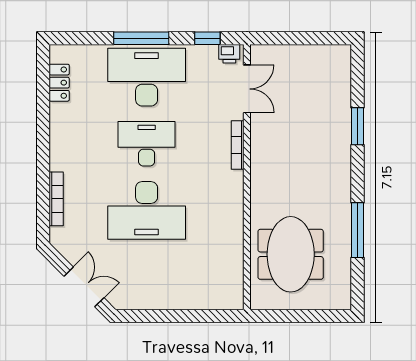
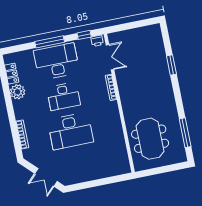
plant: (63, 118) -> (18, 92), added
desk: (147, 144) -> (64, 96), turned 180
window: (357, 230) -> (185, 133), moved
double door: (84, 287) -> (46, 177), swing flipped

